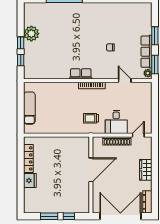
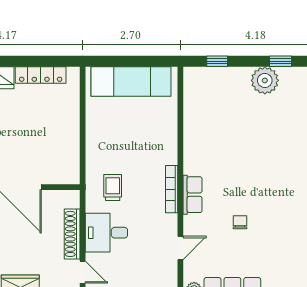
window: (21, 43) -> (281, 61), moved
row of seats: (81, 74) -> (192, 195), moved
exam couch: (29, 108) -> (131, 82), width x1.36, depth x1.45

